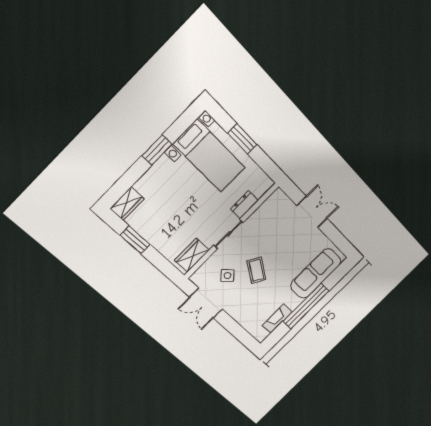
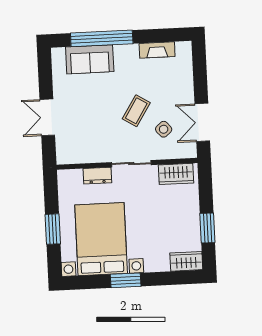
bed with nightstands: (209, 156) -> (101, 239), width x1.36
sofa: (316, 273) -> (90, 59), width x0.73
double door: (206, 303) -> (202, 122), swing flipped
window: (306, 306) -> (102, 38), moved

